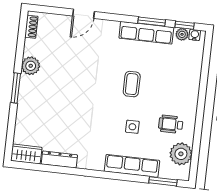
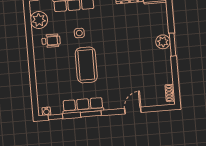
window: (152, 22) -> (91, 114), moved
plant: (182, 34) -> (56, 110), removed
plant: (31, 66) -> (163, 42), moved
coffee table: (132, 84) -> (86, 65), width x1.86, depth x1.72

